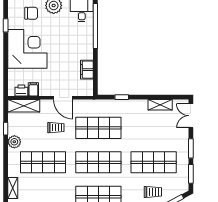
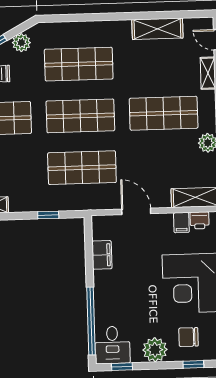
trolley: (56, 128) -> (146, 166), removed

